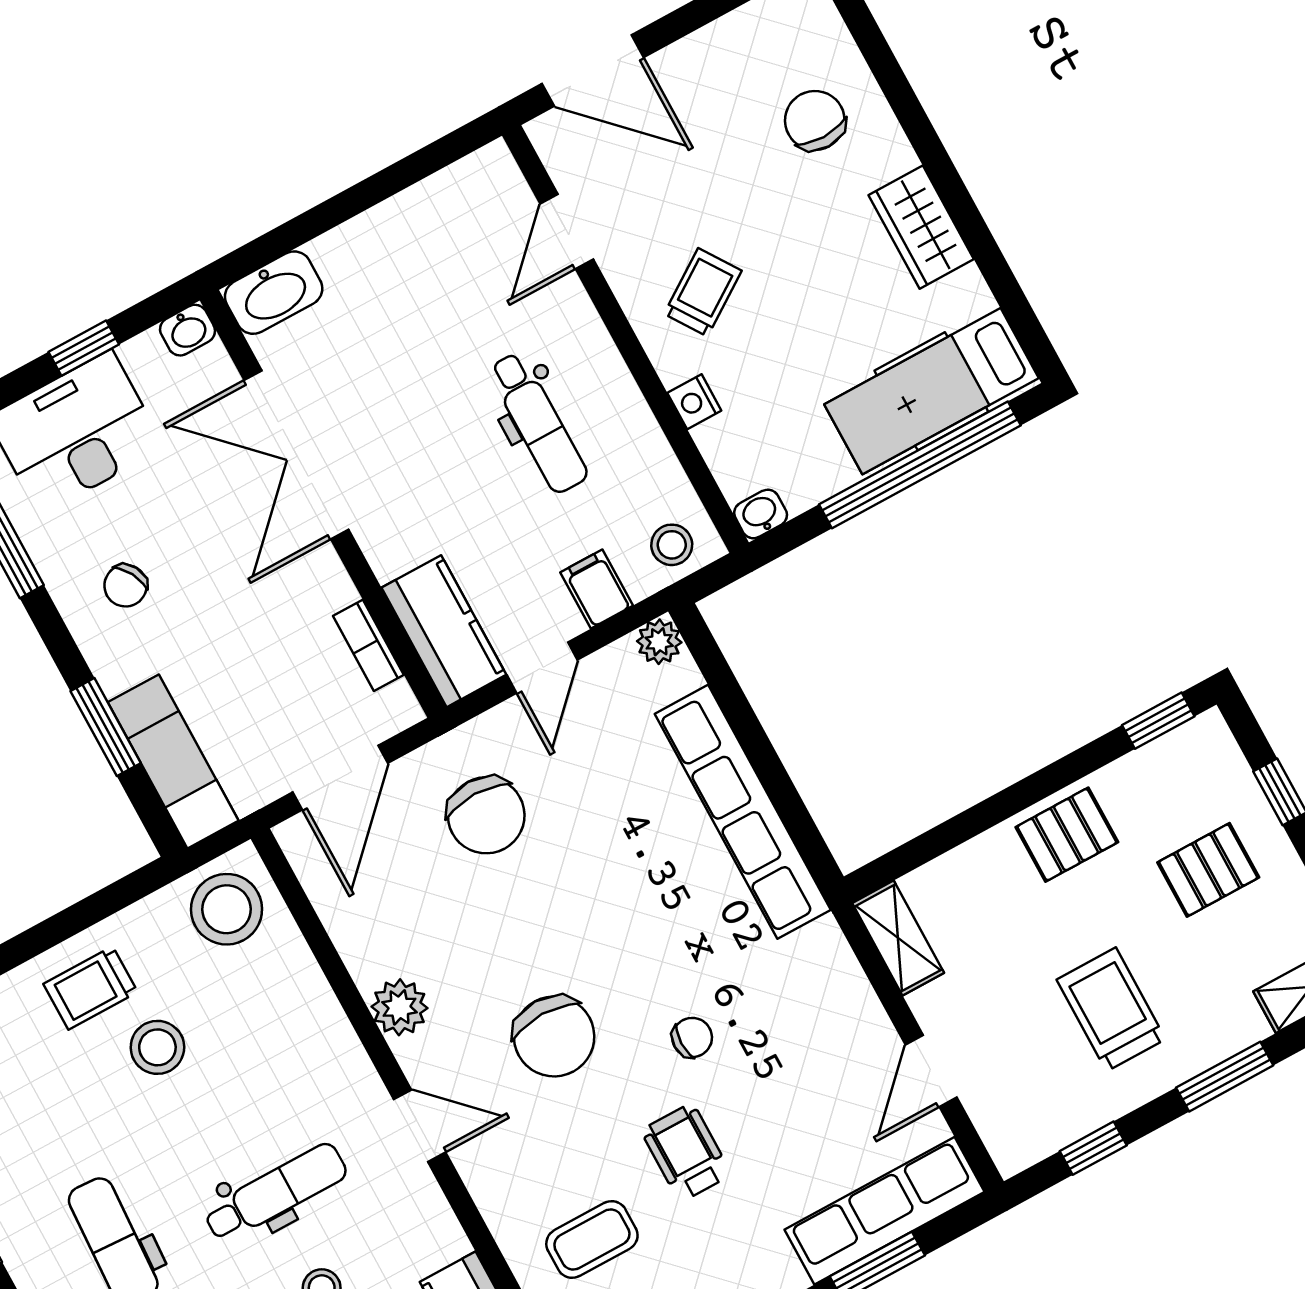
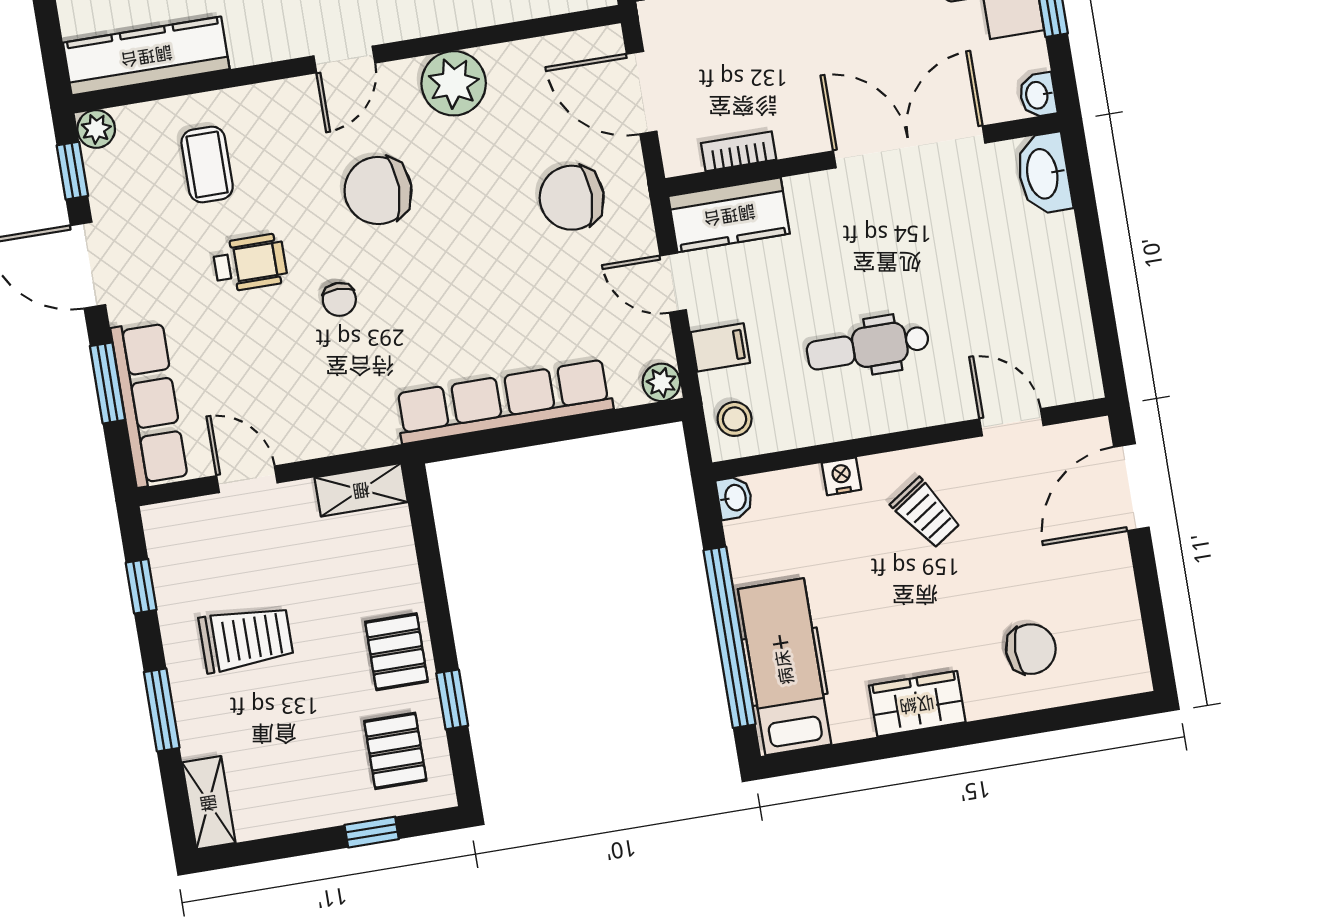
window: (1158, 721) -> (452, 699), moved
pallet: (1208, 870) -> (395, 751), moved
plant: (400, 1007) -> (454, 83), width x1.36, depth x1.36

